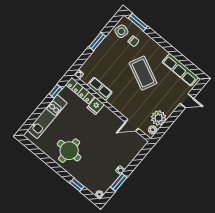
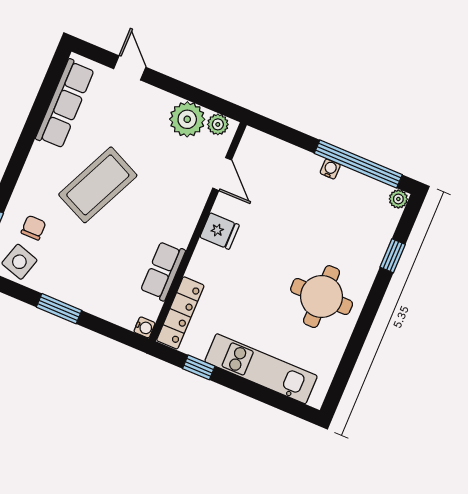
fridge: (95, 106) -> (220, 231), moved
window: (119, 182) -> (358, 164), width x2.11

